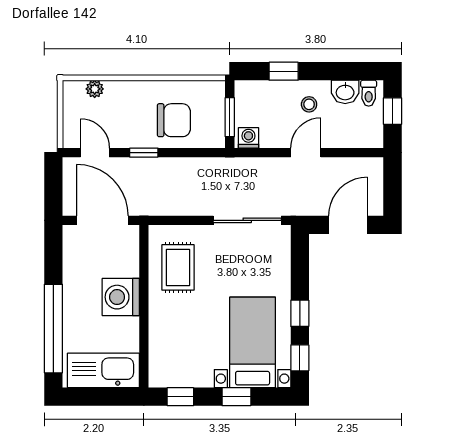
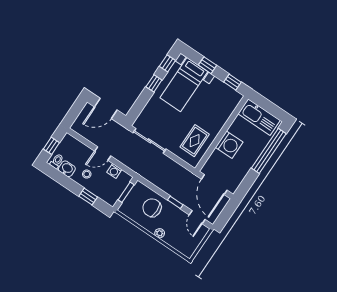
plant: (95, 89) -> (160, 233), moved
washing machine: (248, 138) -> (114, 171), moved

